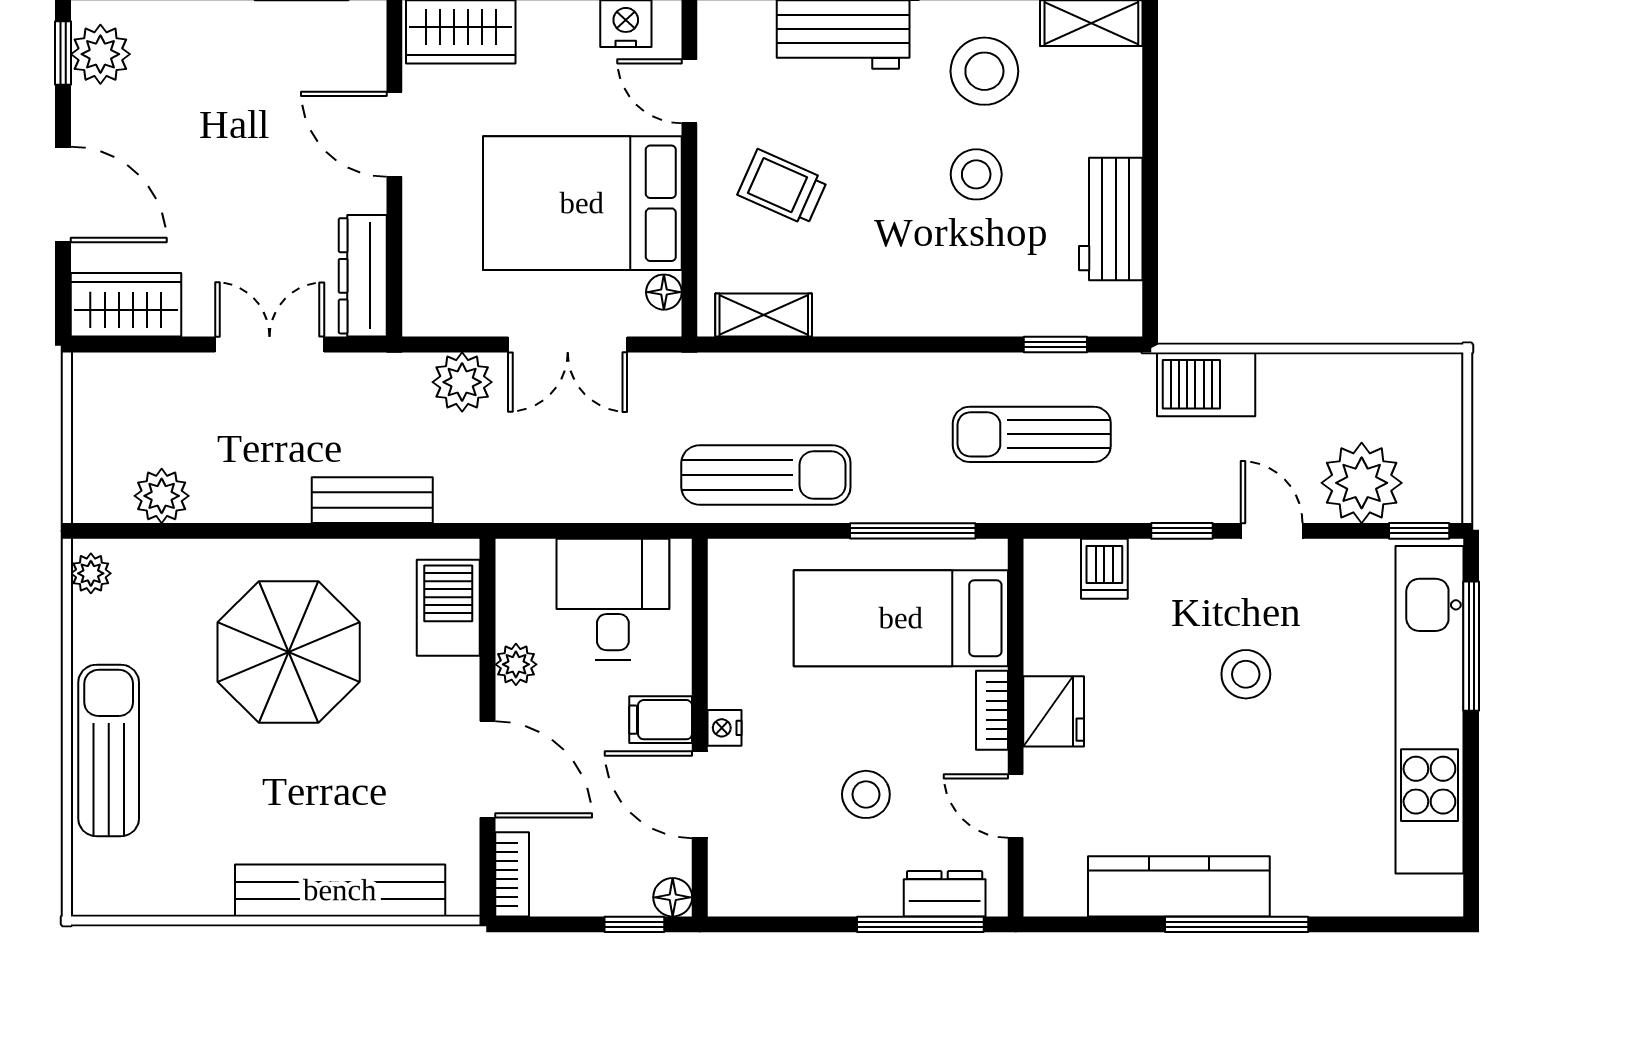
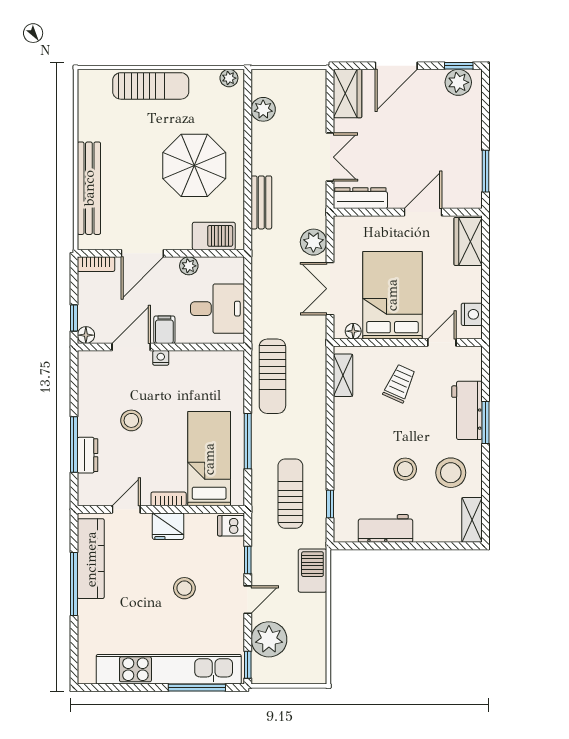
bed: (901, 618) -> (209, 459), moved
bookcase: (992, 710) -> (169, 499), moved
fridge: (1054, 711) -> (168, 526), moved
wall: (1016, 728) -> (161, 509), moved
door: (1016, 806) -> (126, 509), moved

